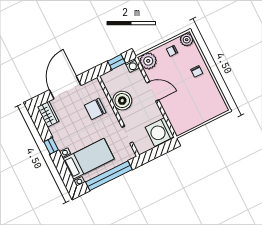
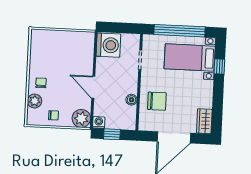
plant: (187, 40) -> (35, 101), moved
boiler: (122, 101) -> (131, 100), width x0.54, depth x0.54
window: (51, 146) -> (219, 67), moved

